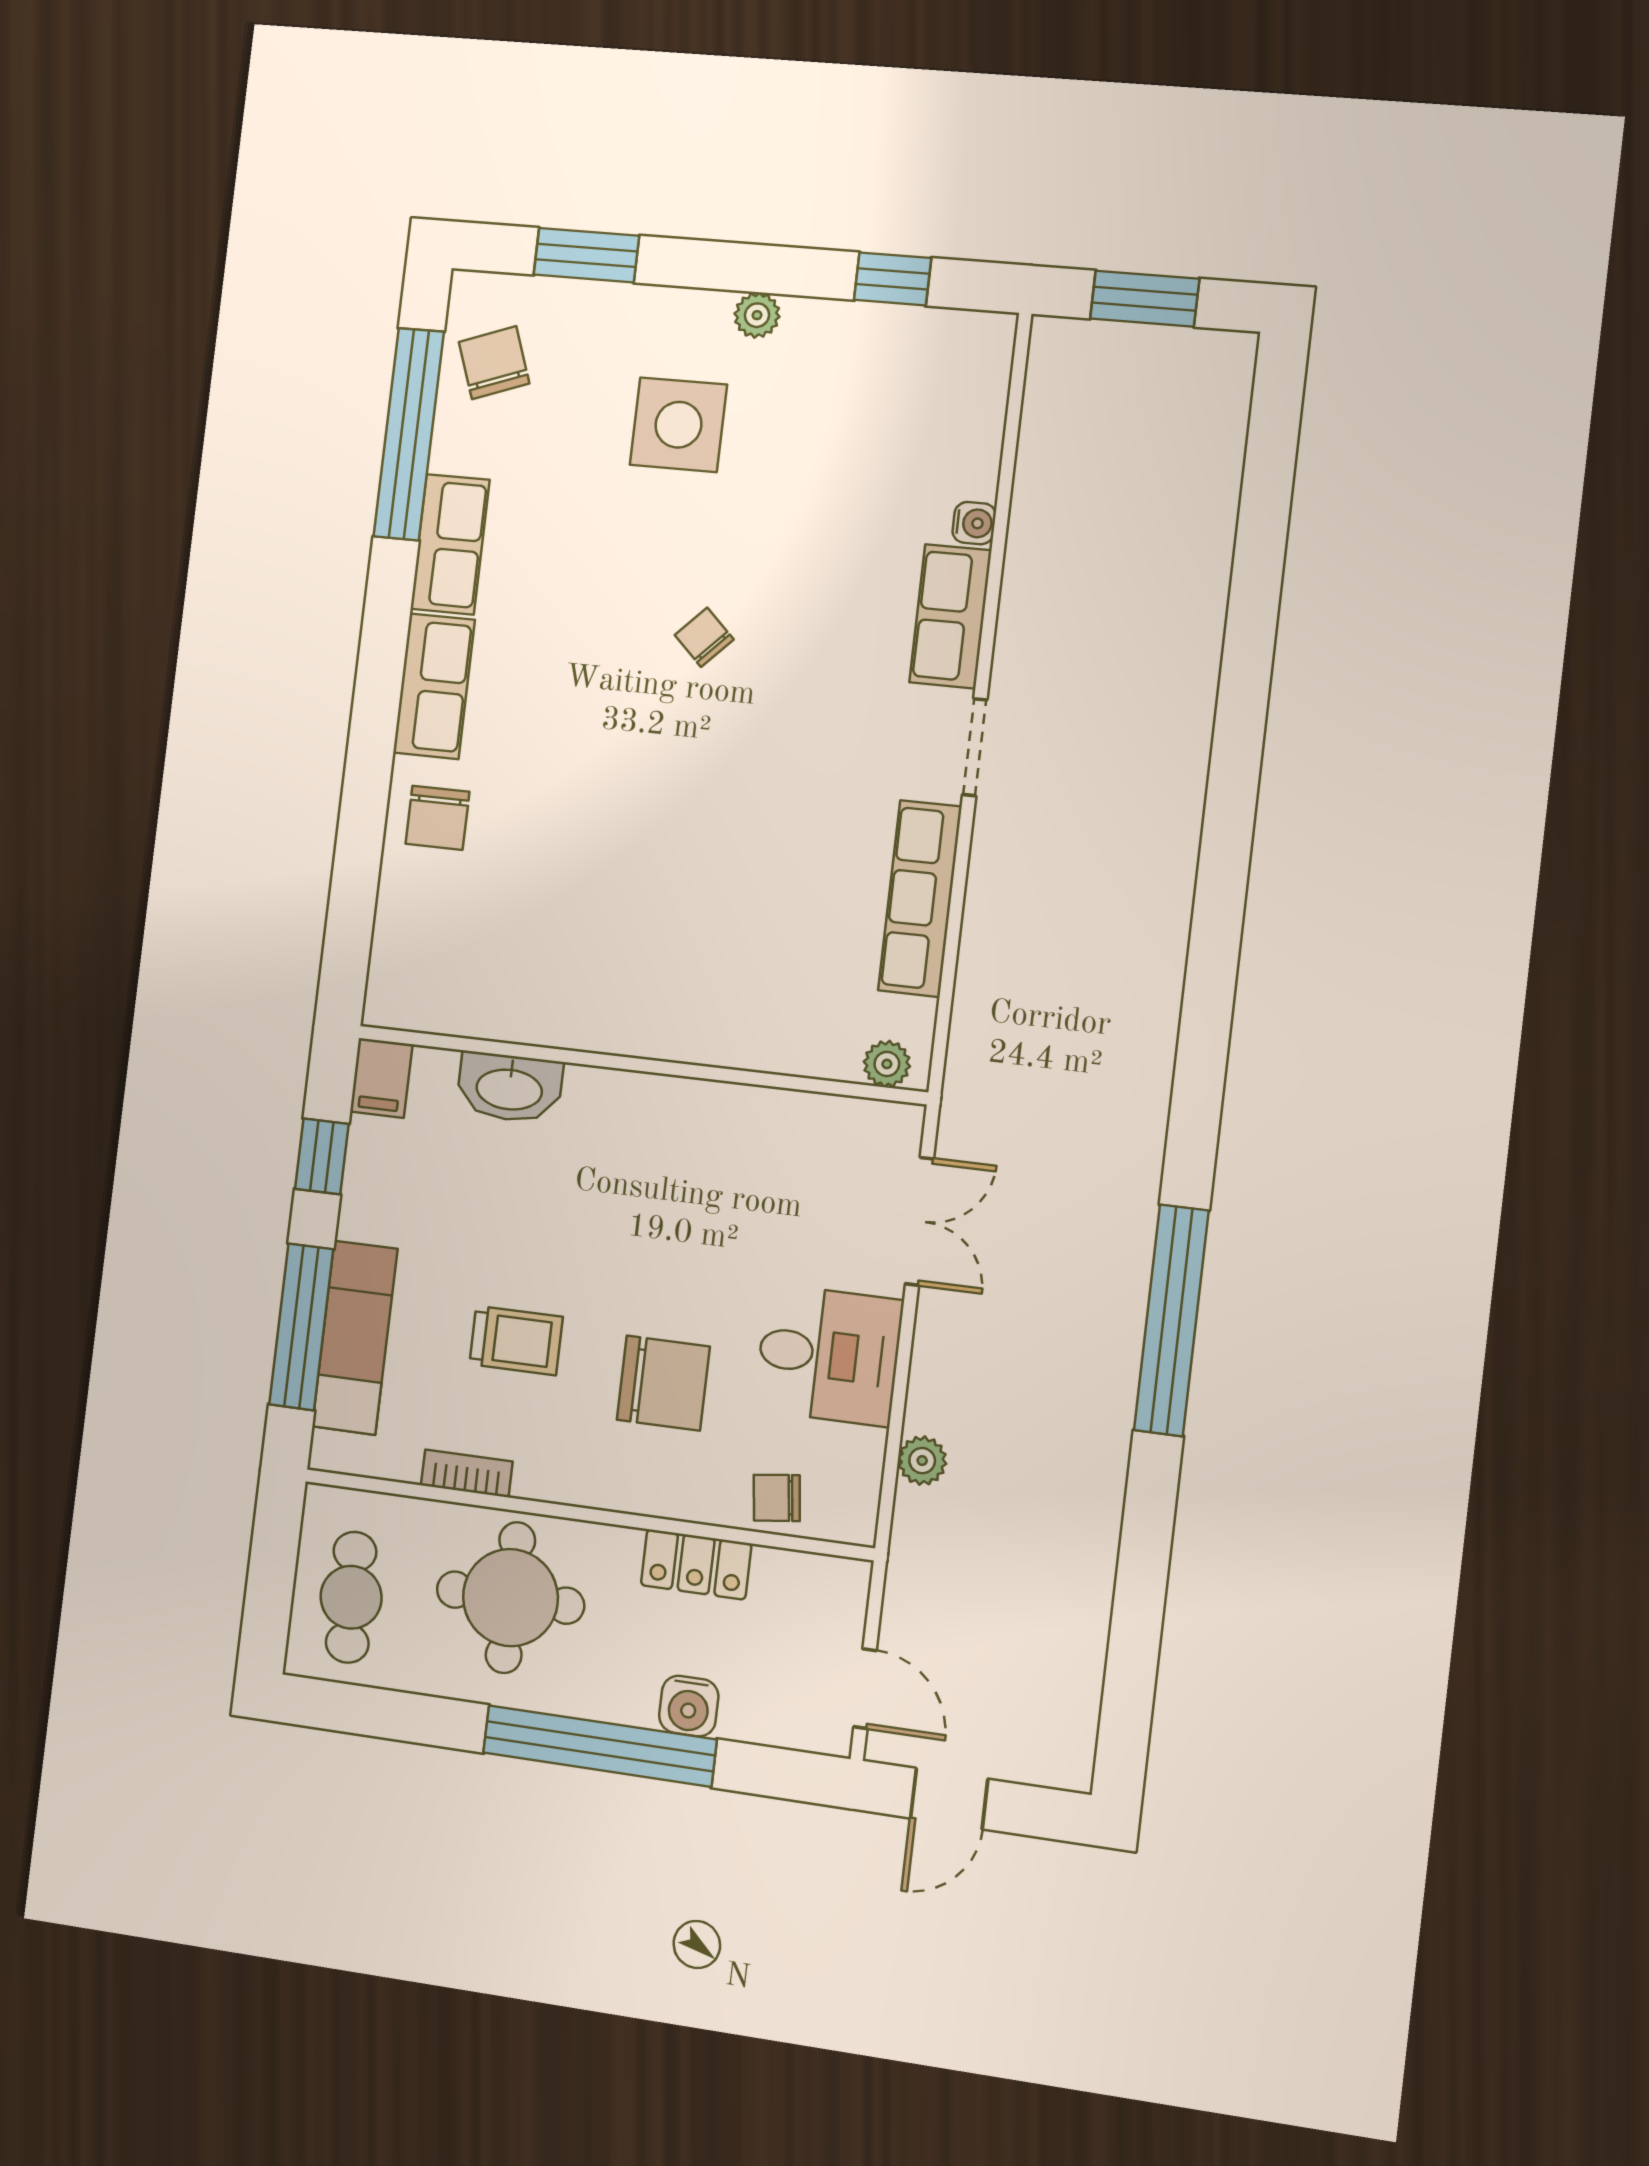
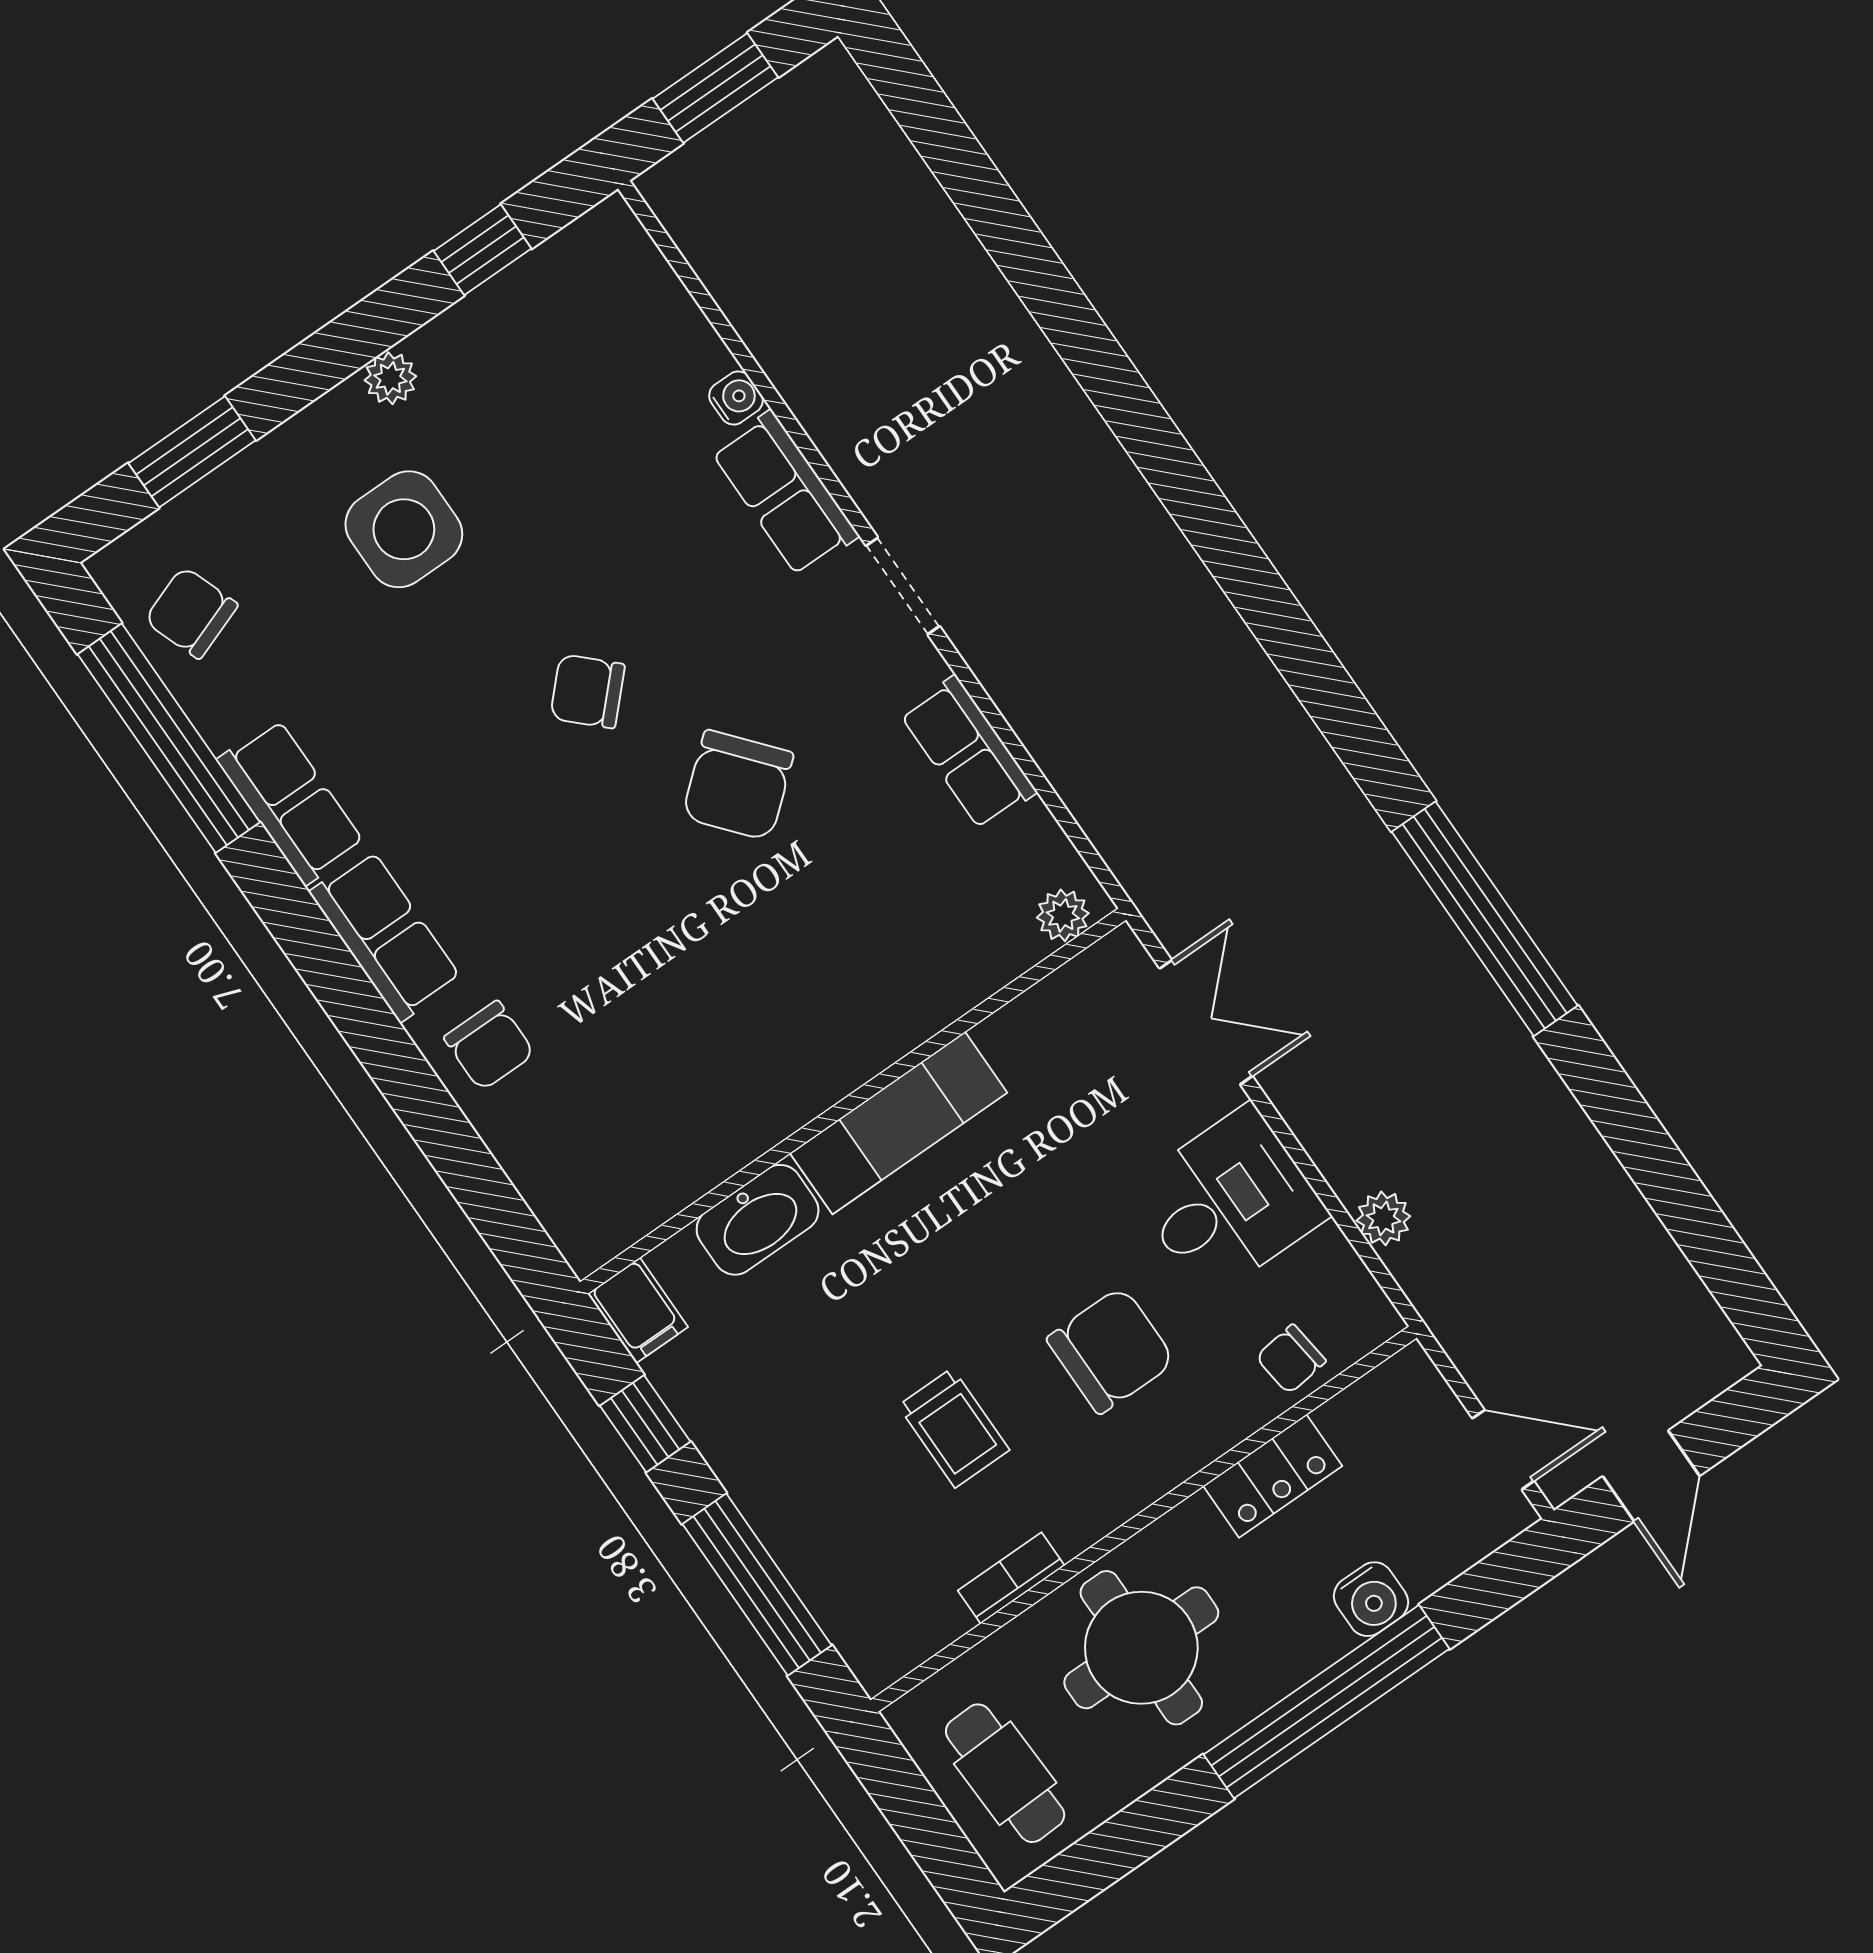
chair: (704, 637) -> (587, 691), width x1.37, depth x1.37
chair: (748, 786) -> (738, 785), added
row of seats: (920, 899) -> (968, 753), width x0.68
exam couch: (355, 1338) -> (899, 1123), moved, turned 90
trolley: (516, 1340) -> (954, 1428), turned 90

